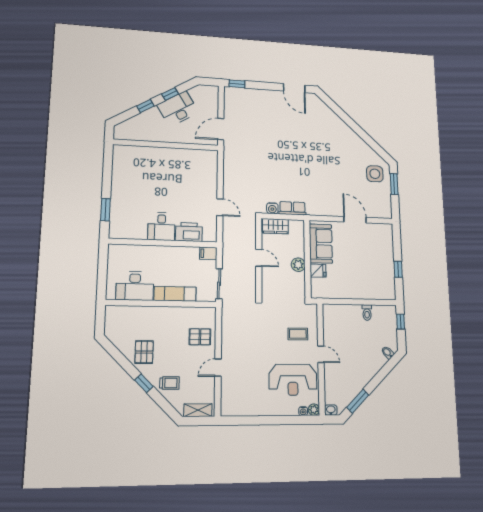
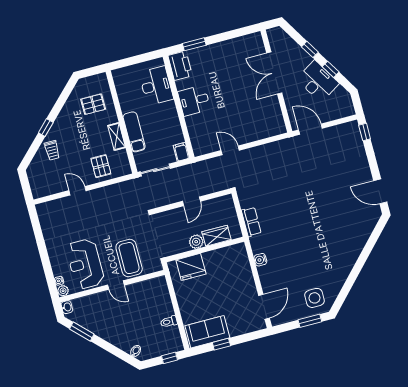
door: (294, 88) -> (380, 191), hinge flipped
double door: (158, 144) -> (274, 73), added
door: (220, 207) -> (230, 150), swing flipped
water cooler: (272, 208) -> (260, 260), moved
door: (355, 220) -> (264, 307), moved
wardrobe: (275, 226) -> (216, 236), moved, turned 90
printer: (189, 232) -> (180, 66), moved
sofa: (321, 244) -> (207, 332), moved, turned 180
fridge: (318, 271) -> (191, 267), width x1.88, depth x1.34
desk: (135, 286) -> (156, 86), moved, turned 180
coffee table: (298, 334) -> (129, 258), width x1.86, depth x1.72
pallet: (144, 352) -> (93, 104), moved
door: (321, 354) -> (116, 285), hinge flipped
shelving: (198, 410) -> (117, 137), moved

